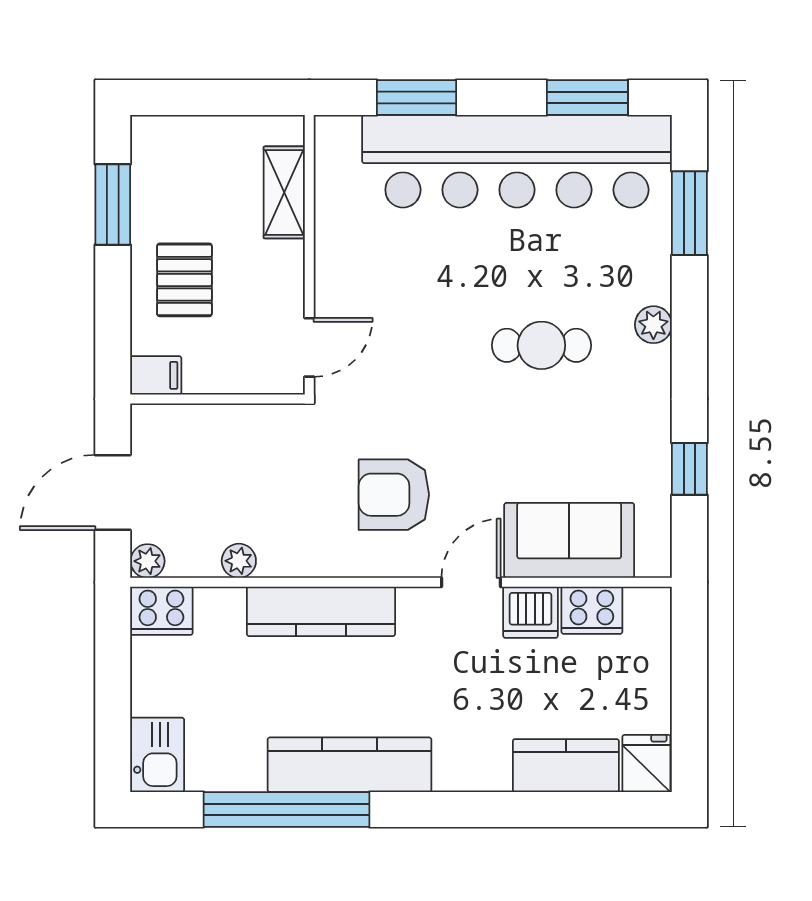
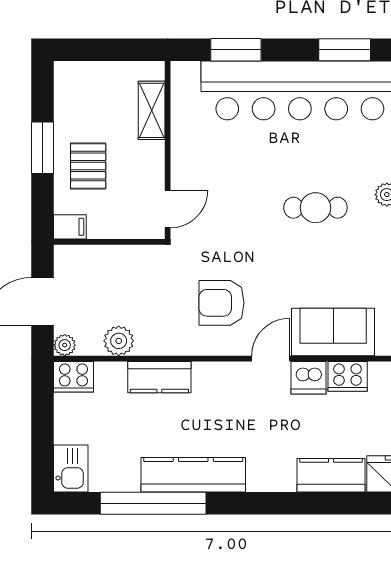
window: (113, 204) -> (42, 148), moved
plant: (239, 561) -> (119, 341), width x1.38, depth x1.38
kitchen counter: (321, 611) -> (159, 377), width x0.67

